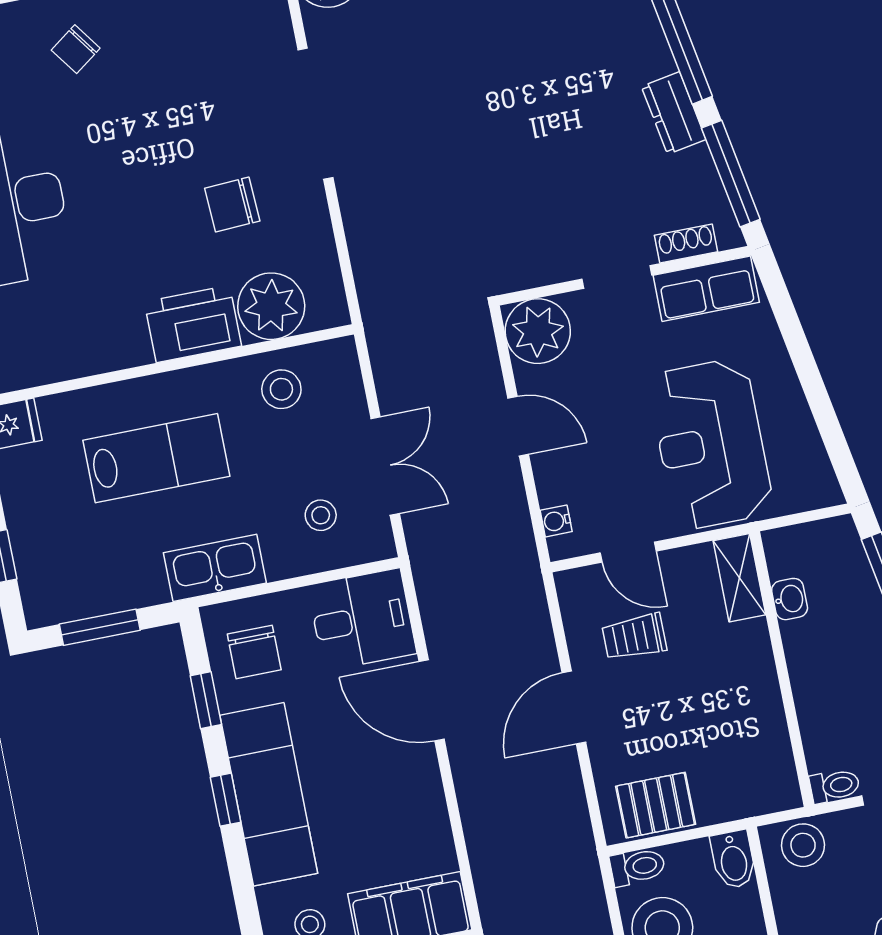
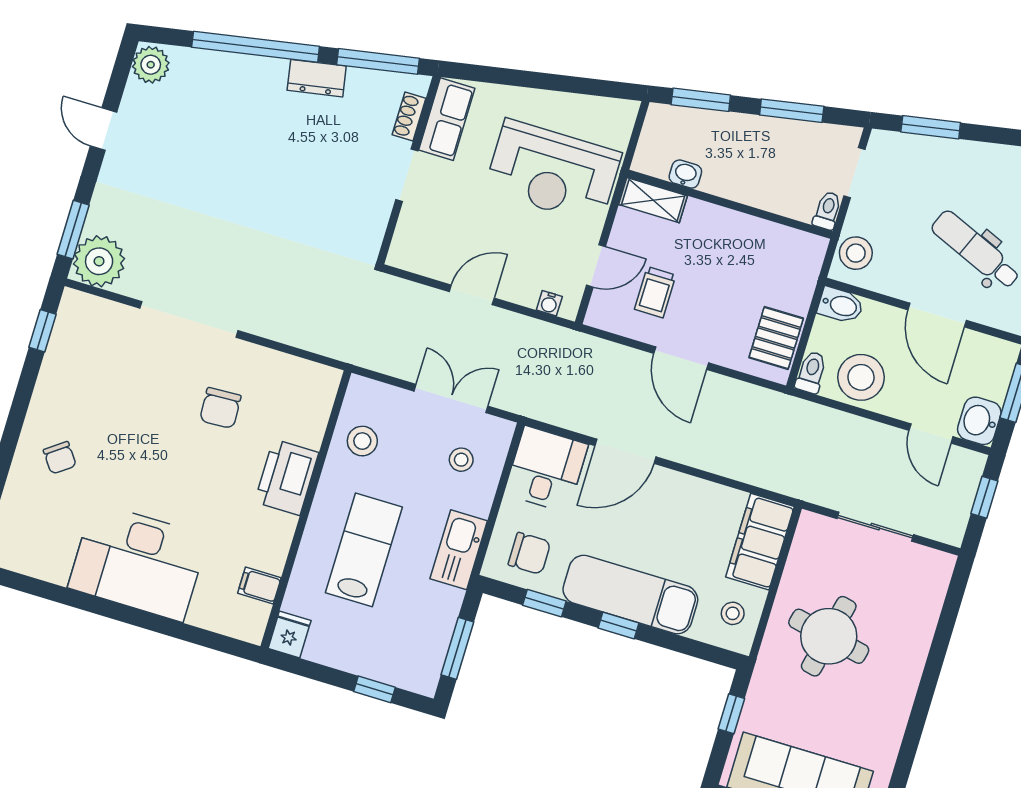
plant: (271, 306) -> (303, 418), removed
plant: (538, 331) -> (415, 248), removed
filing cabinet: (51, 359) -> (259, 586), added

